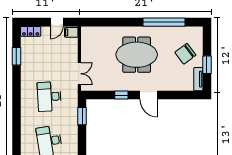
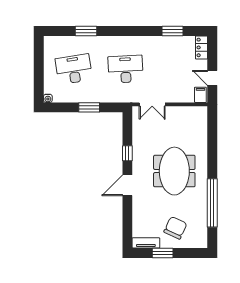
chair: (185, 54) -> (175, 228), turned 62
window: (82, 116) -> (89, 107), moved
window: (16, 130) -> (86, 31), added

